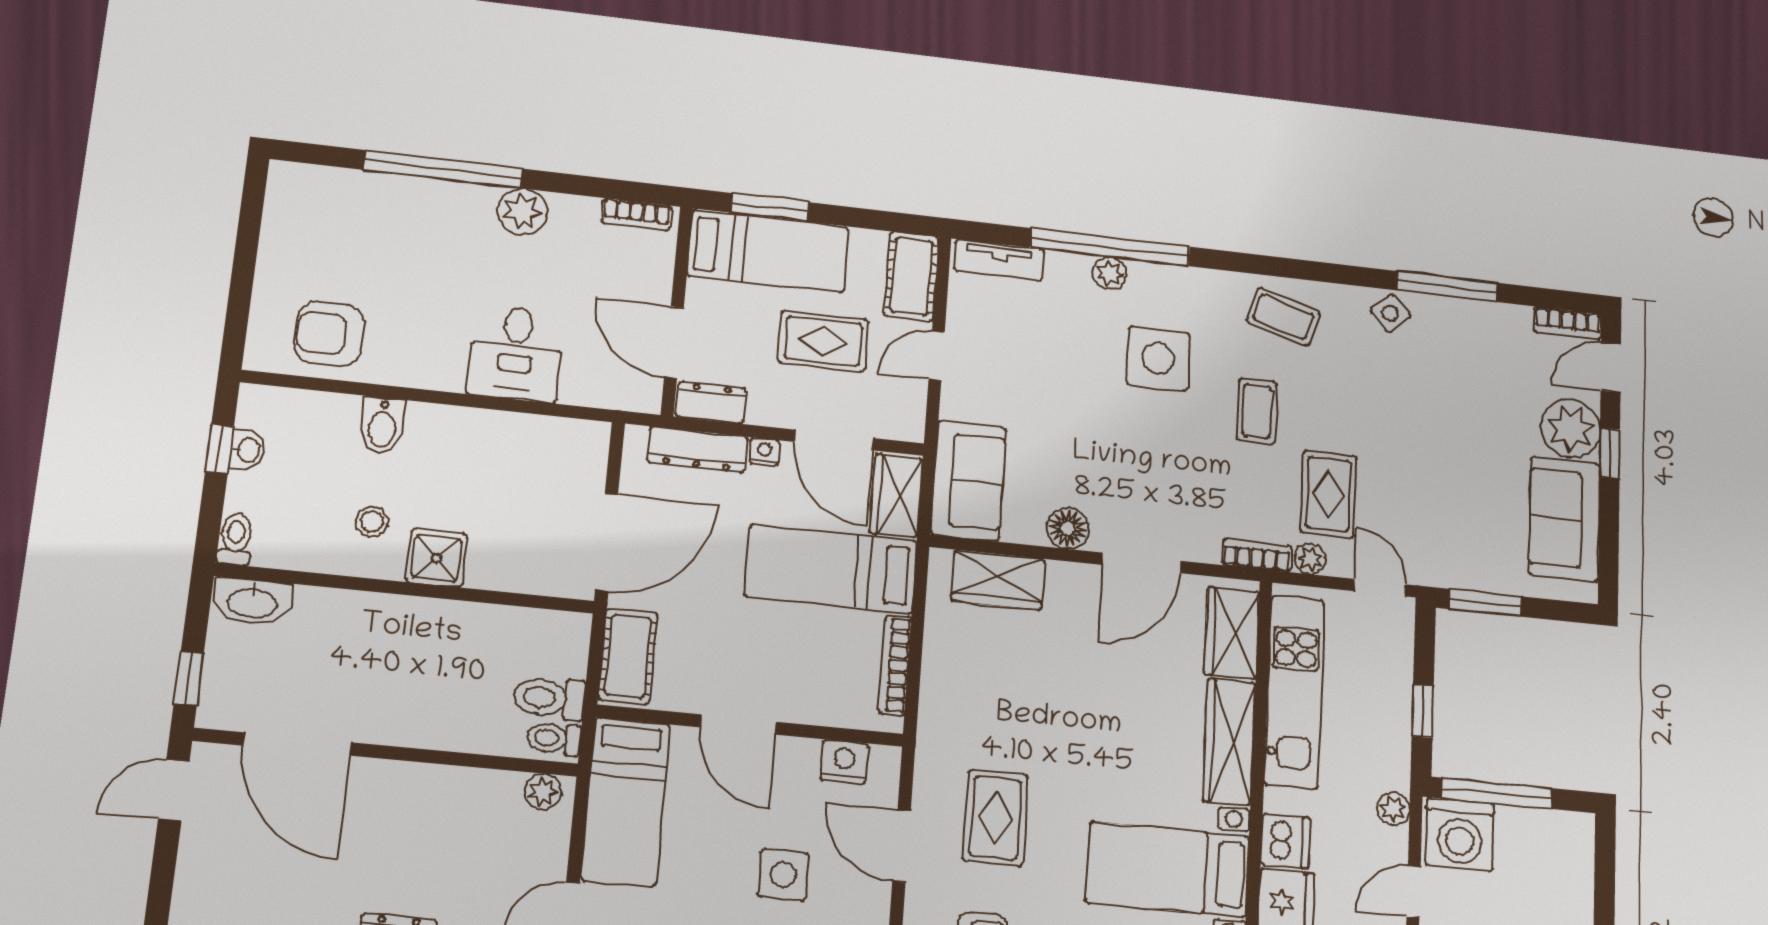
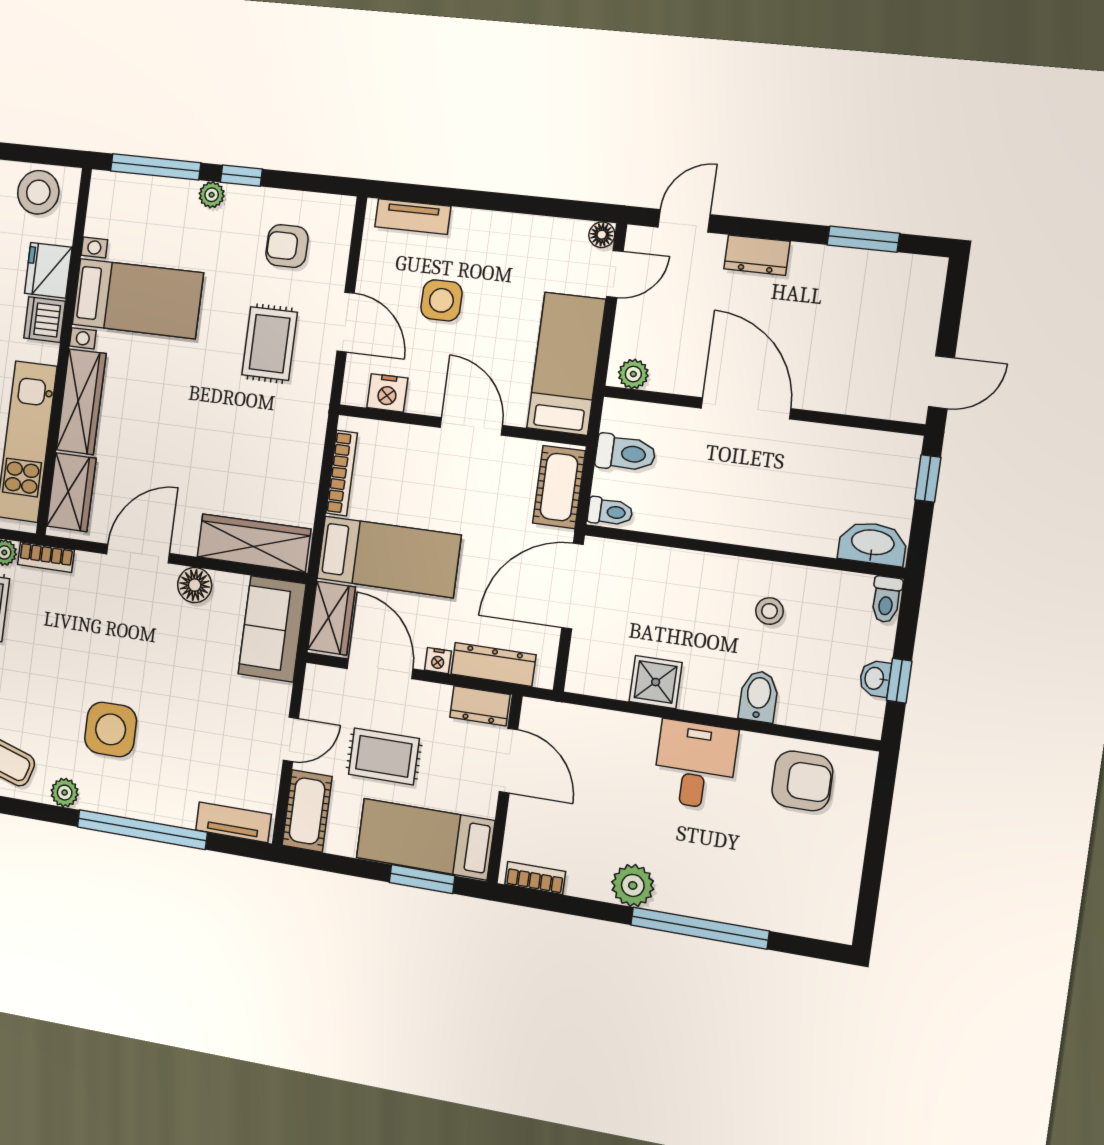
plant: (1110, 273) -> (65, 793), moved
desk: (516, 353) -> (695, 765), moved
coffee table: (1257, 411) -> (35, 680), removed
shower: (437, 558) -> (656, 682), moved
wardrobe: (998, 580) -> (254, 543), width x1.50
toilet: (554, 739) -> (610, 512), moved
door: (297, 744) -> (746, 408), moved

